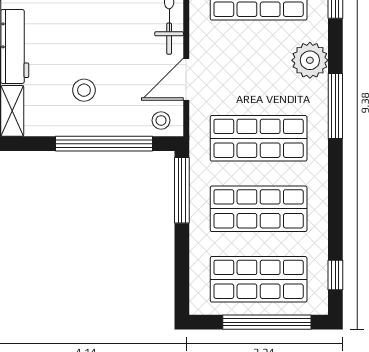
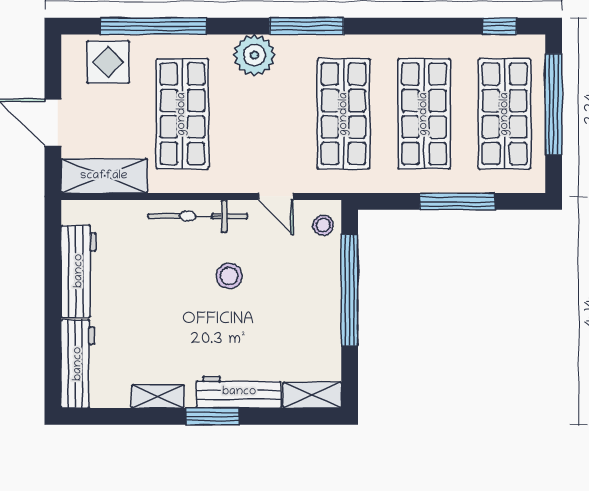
door: (186, 79) -> (276, 196), width x0.73
stool: (84, 90) -> (229, 276), moved
window: (182, 190) -> (457, 201), moved

